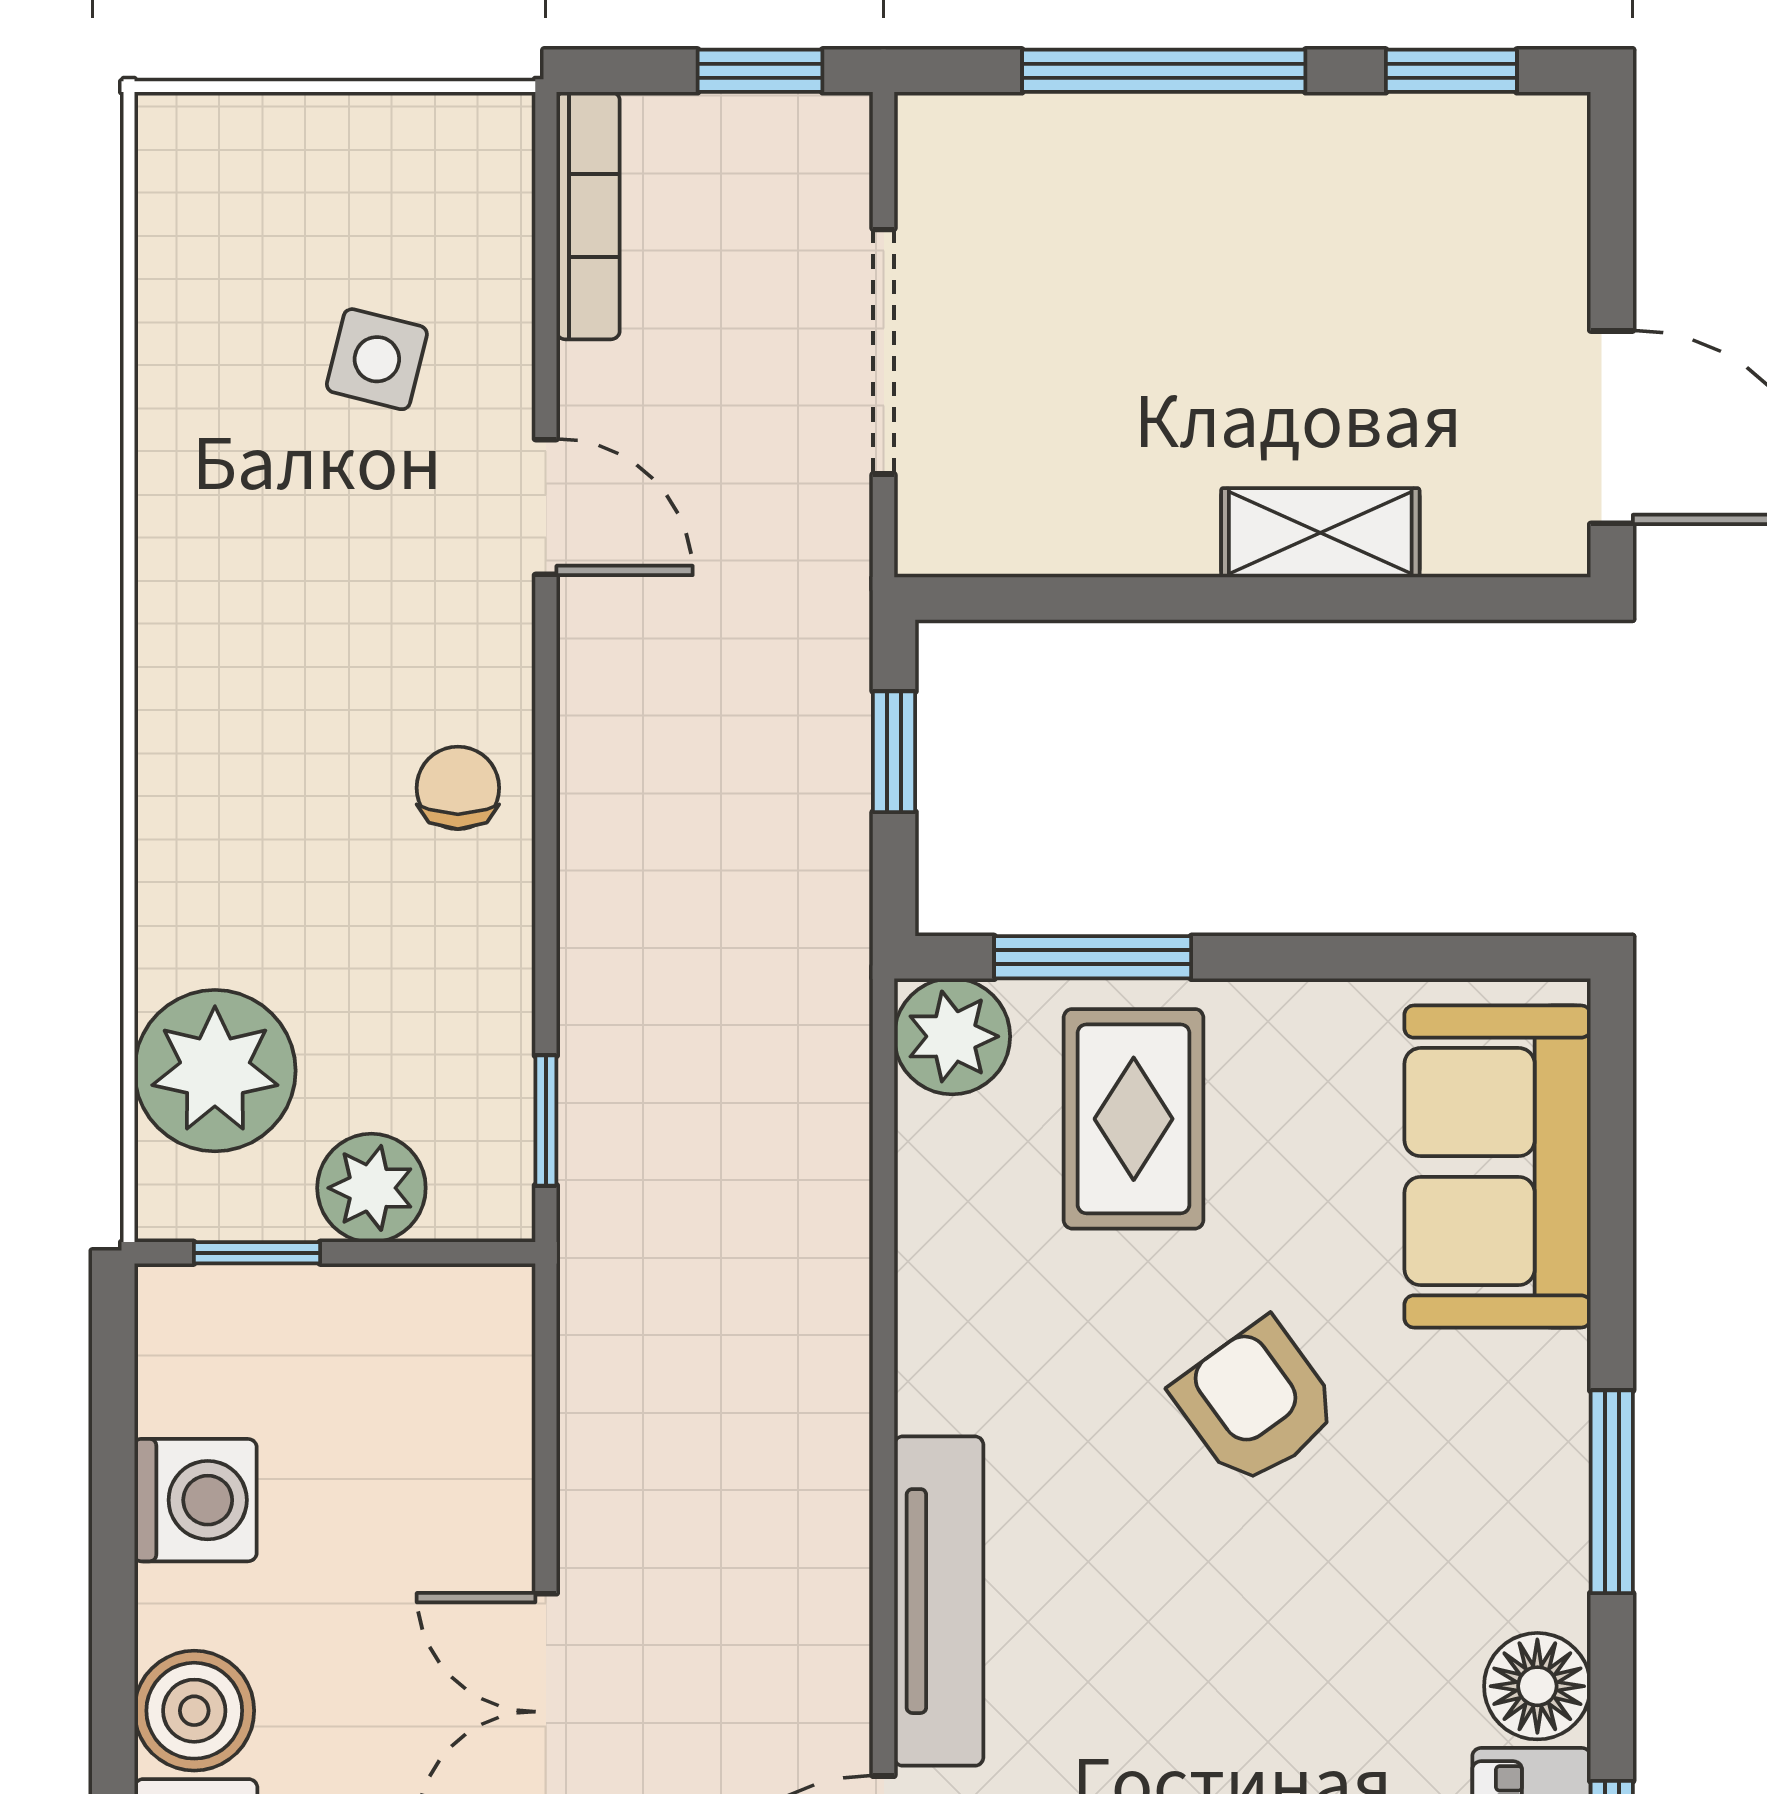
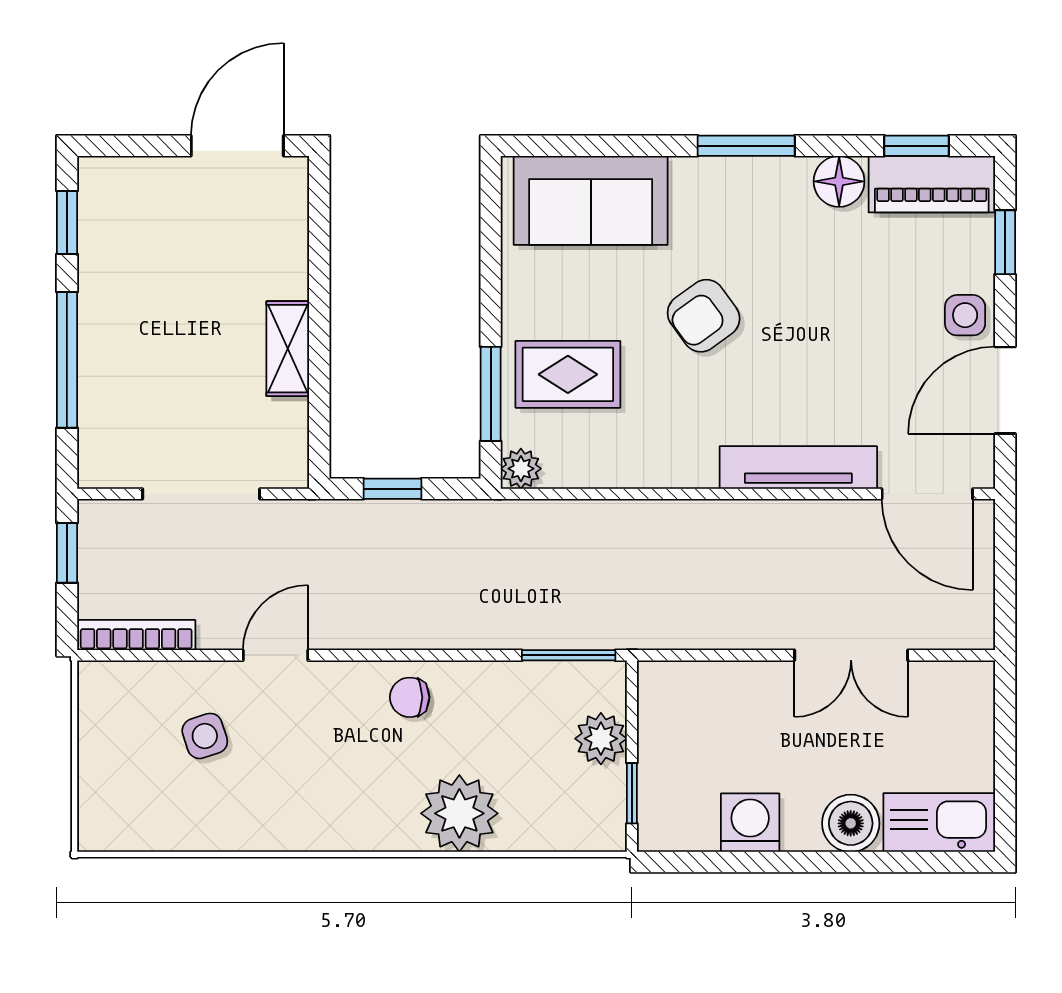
side table: (377, 359) -> (205, 736), turned -32
shelving: (1320, 533) -> (288, 349), moved
plant: (952, 1036) -> (521, 469), width x0.73, depth x0.73
plant: (215, 1071) -> (459, 813), moved
window: (546, 1121) -> (569, 655), width x1.50

